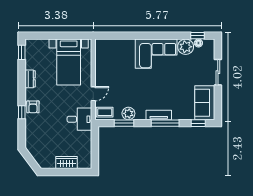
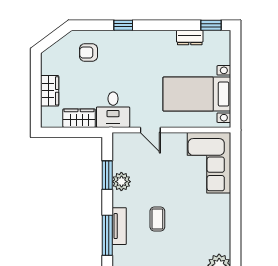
corner sofa: (156, 54) -> (209, 163), moved
dresser: (30, 79) -> (190, 38), moved
armchair: (33, 107) -> (88, 53), moved
coffee table: (105, 112) -> (157, 219), moved
wardrobe: (85, 142) -> (79, 118), added

